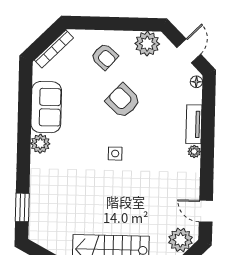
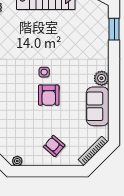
plant: (147, 44) -> (17, 161), width x0.53, depth x0.53
armchair: (123, 101) -> (49, 95), moved, turned 47

